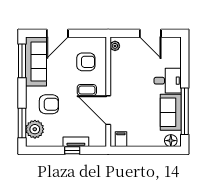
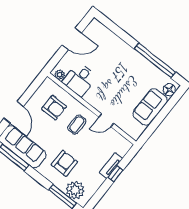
armchair: (86, 62) -> (54, 108), turned 90
desk: (168, 81) -> (80, 79), moved, turned 180
door: (108, 110) -> (106, 120), width x0.53
sofa: (171, 112) -> (150, 107), moved, turned 90
filing cabinet: (121, 139) -> (137, 128), removed

